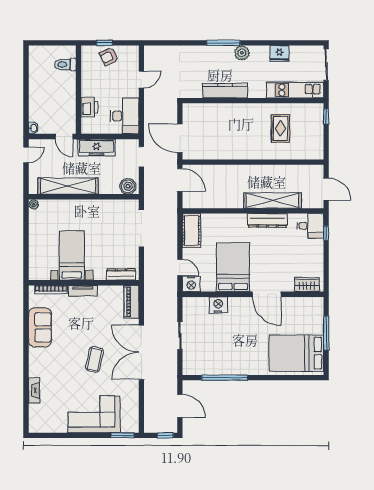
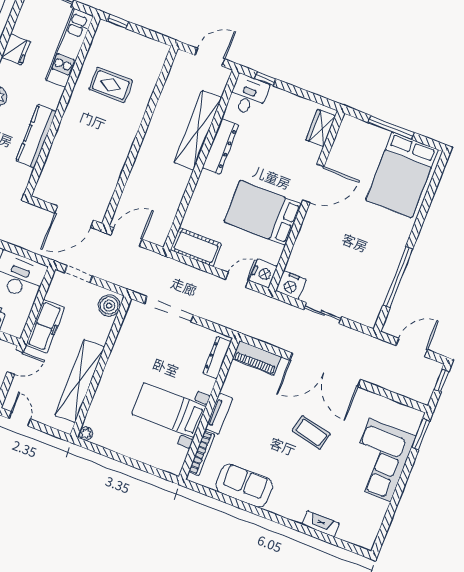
nightstand: (218, 305) -> (291, 285), moved, turned -90

